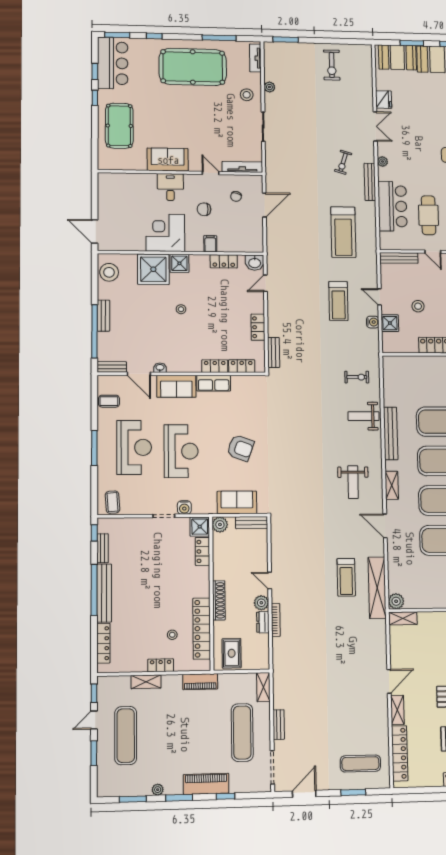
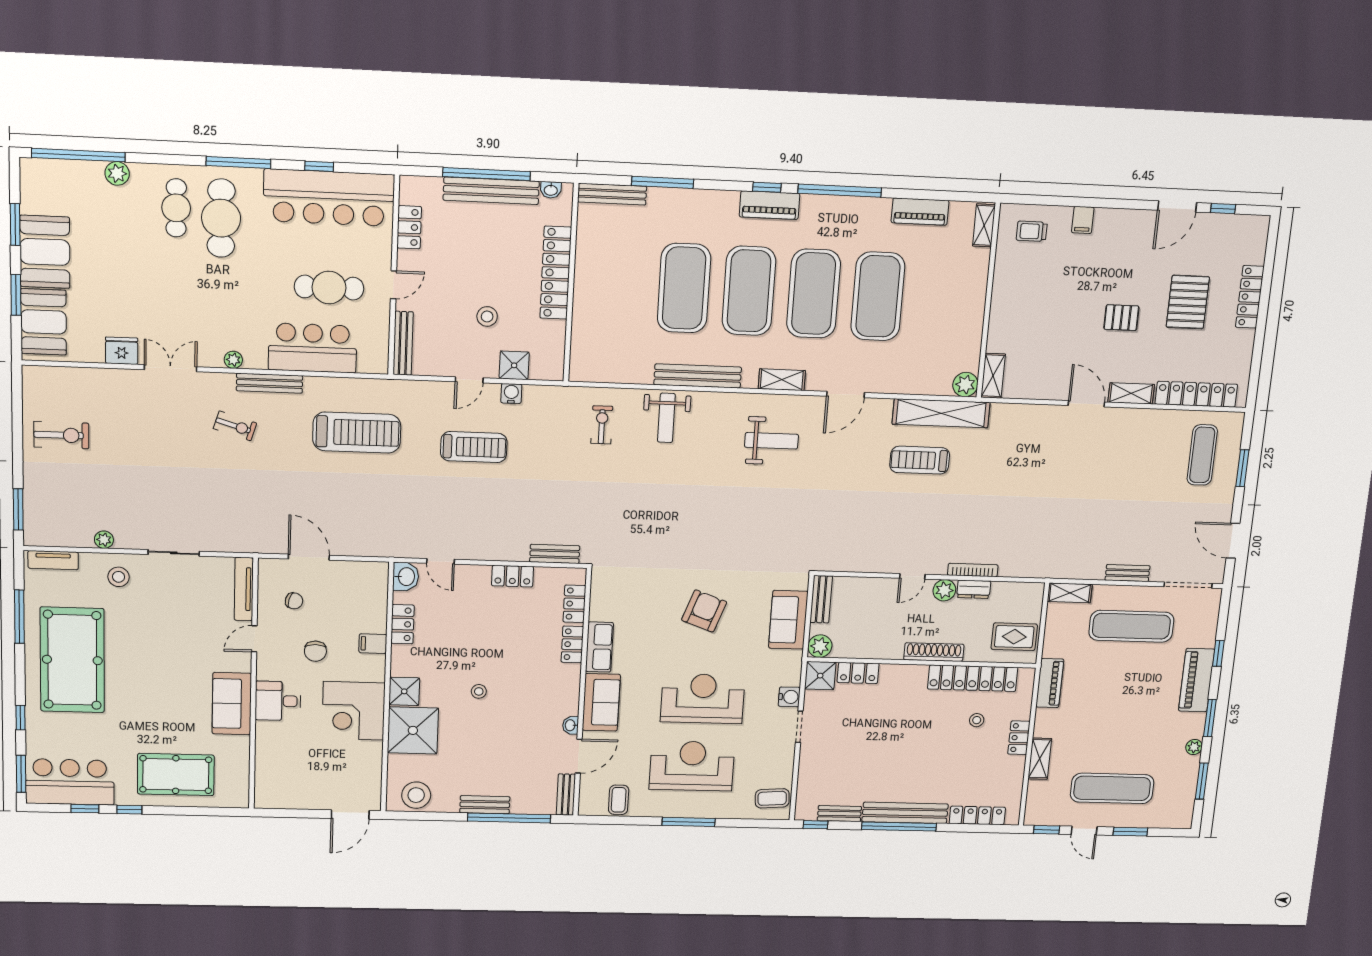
treadmill: (346, 577) -> (920, 460), turned 180

